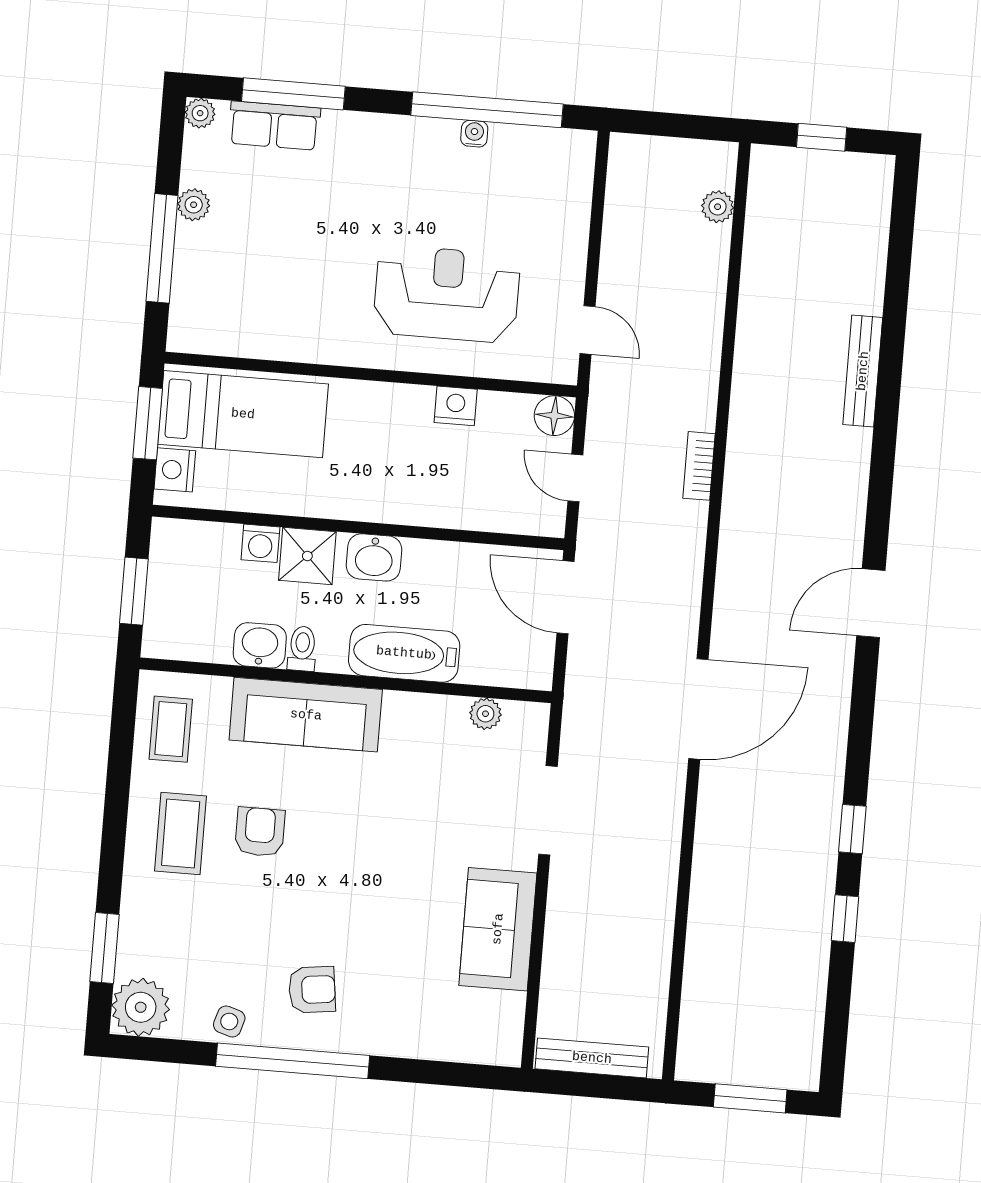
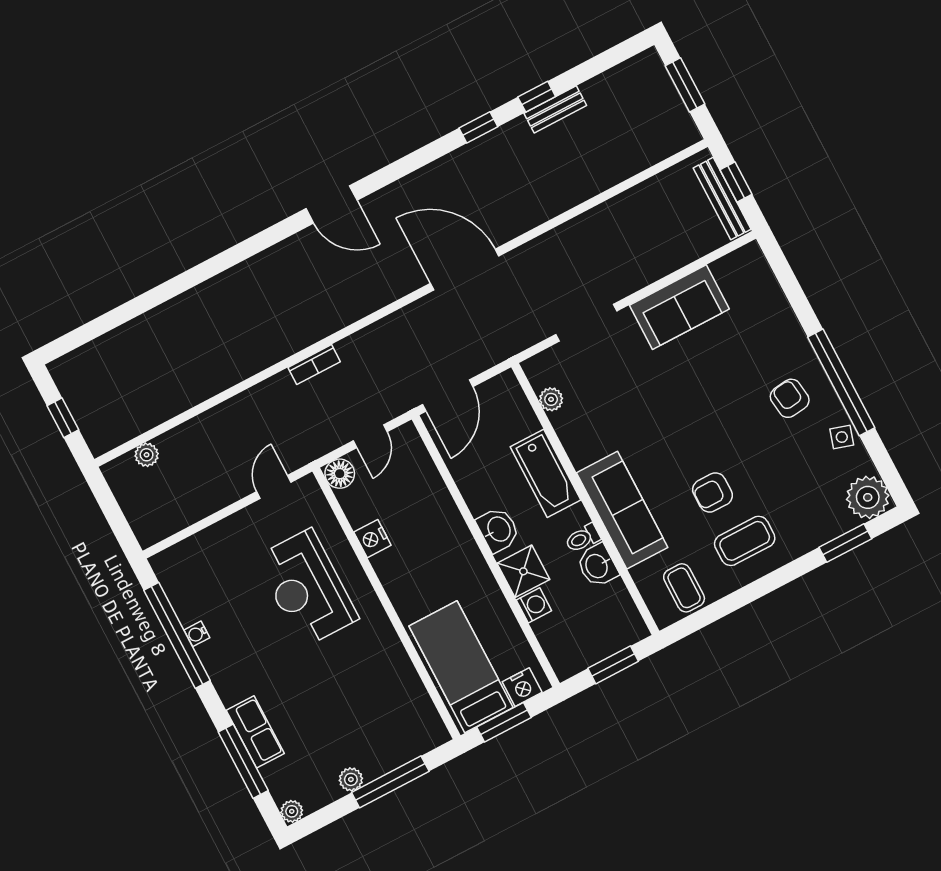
row of seats: (274, 126) -> (255, 732), moved
bench: (863, 371) -> (555, 109), moved, width x0.73
coffee table: (171, 729) -> (684, 588), turned 90
window: (601, 1086) -> (736, 182), added

